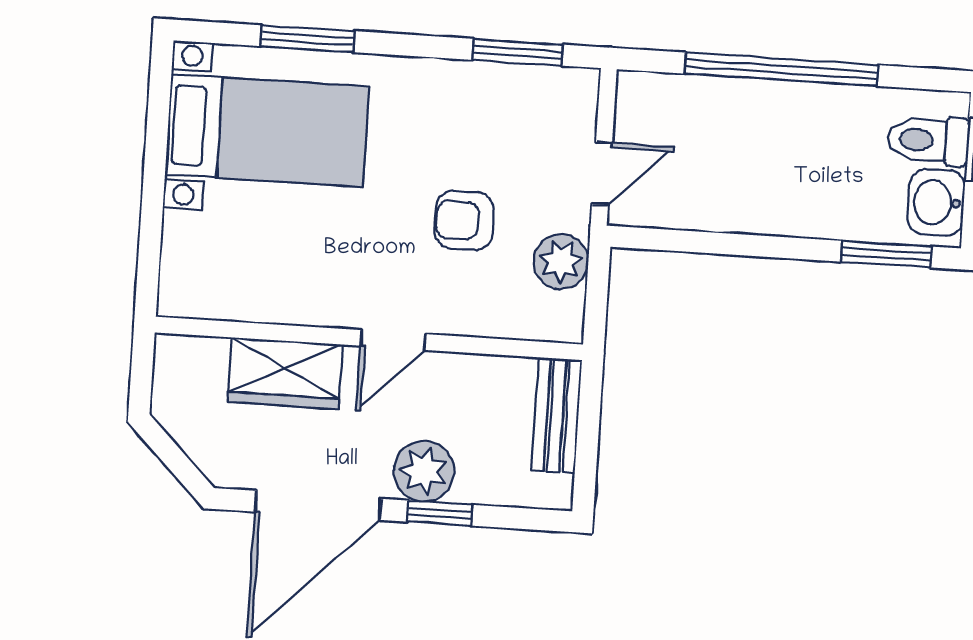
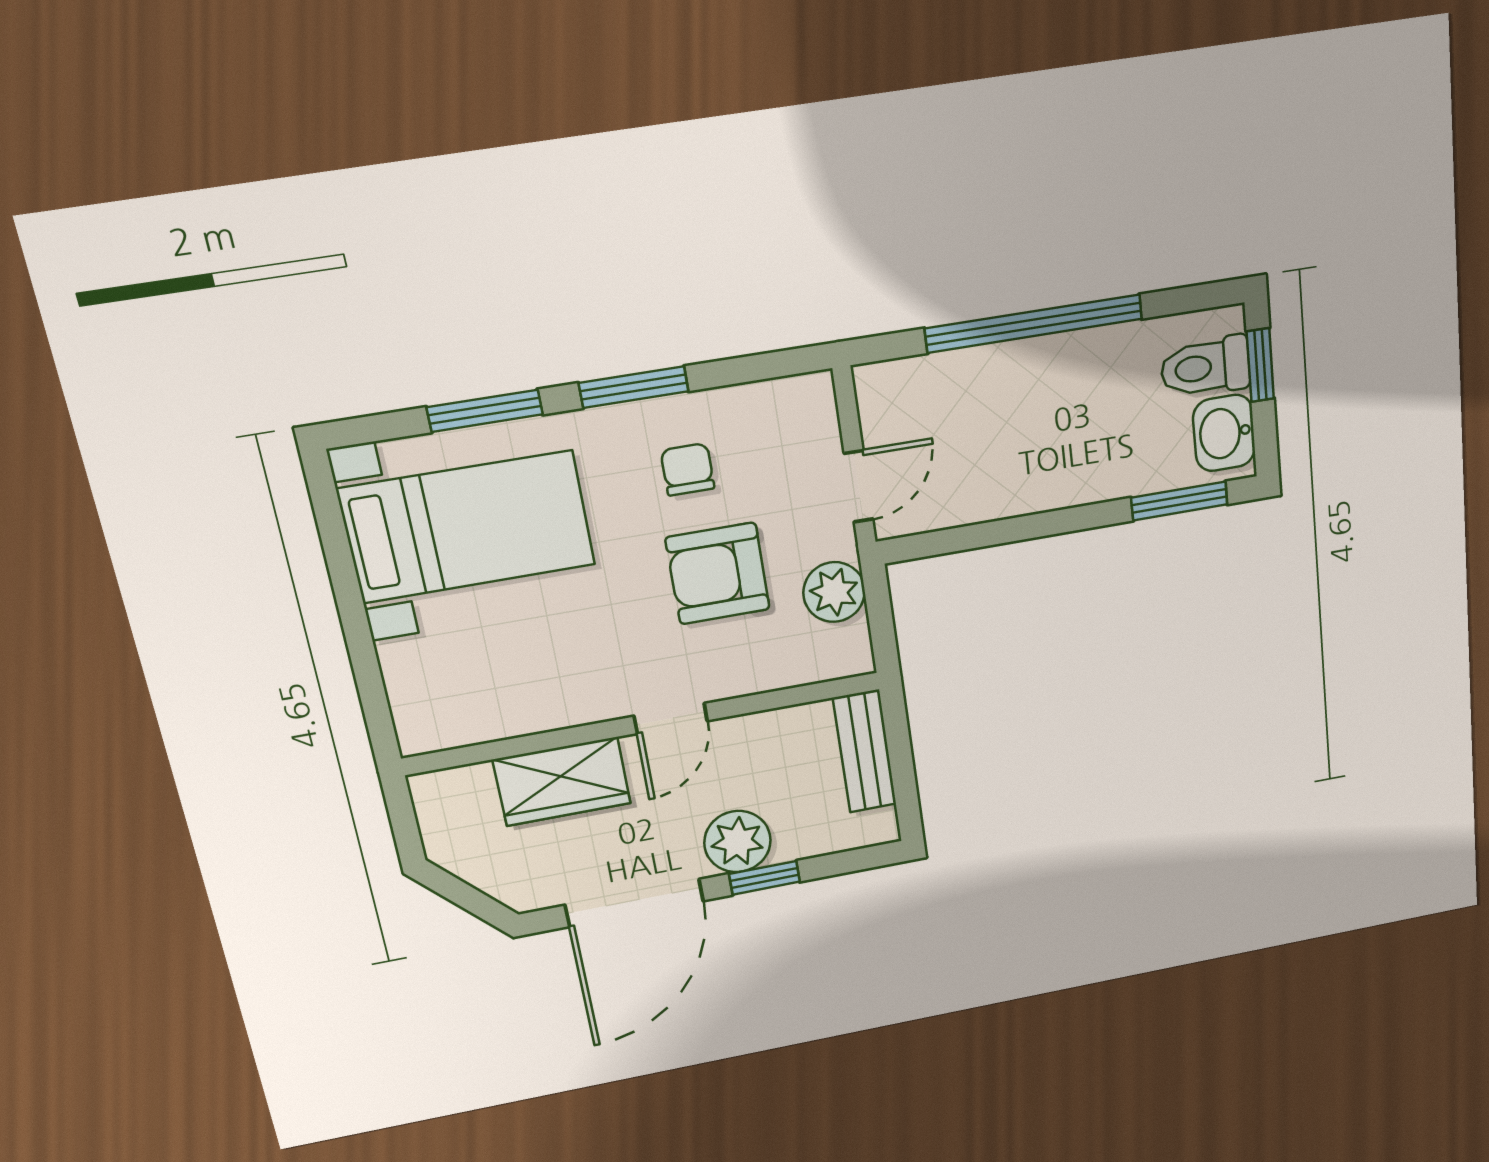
window: (517, 52) -> (634, 387), moved
chair: (460, 125) -> (688, 469), added
armchair: (464, 220) -> (718, 574), width x1.38, depth x1.38

